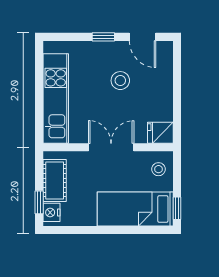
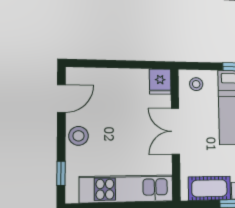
window: (103, 37) -> (61, 173), moved
stool: (120, 81) -> (78, 136), moved

